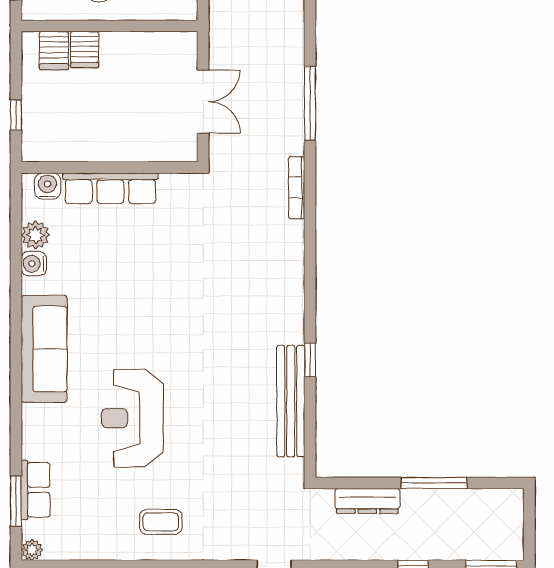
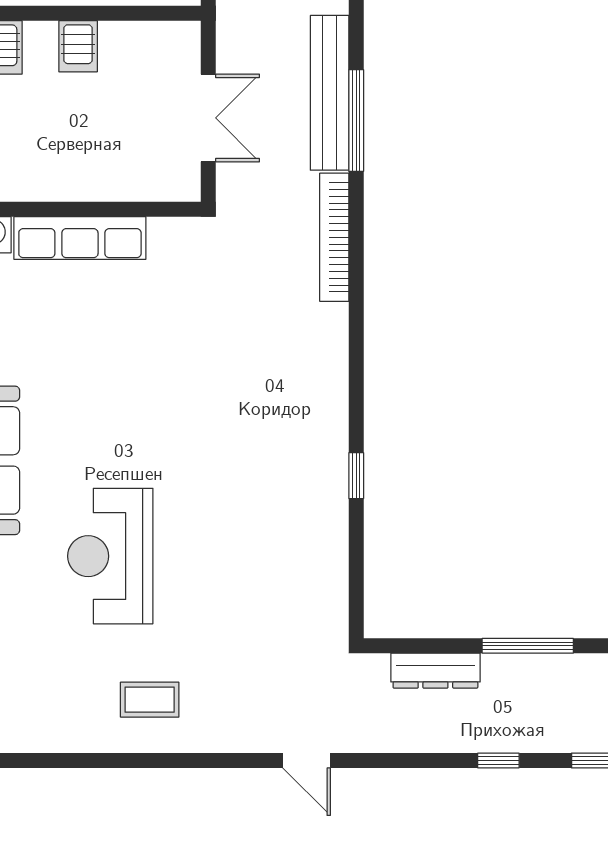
server rack: (85, 50) -> (78, 46), moved
bookcase: (297, 188) -> (334, 237), width x1.48, depth x1.31
bench: (291, 401) -> (330, 93), moved

